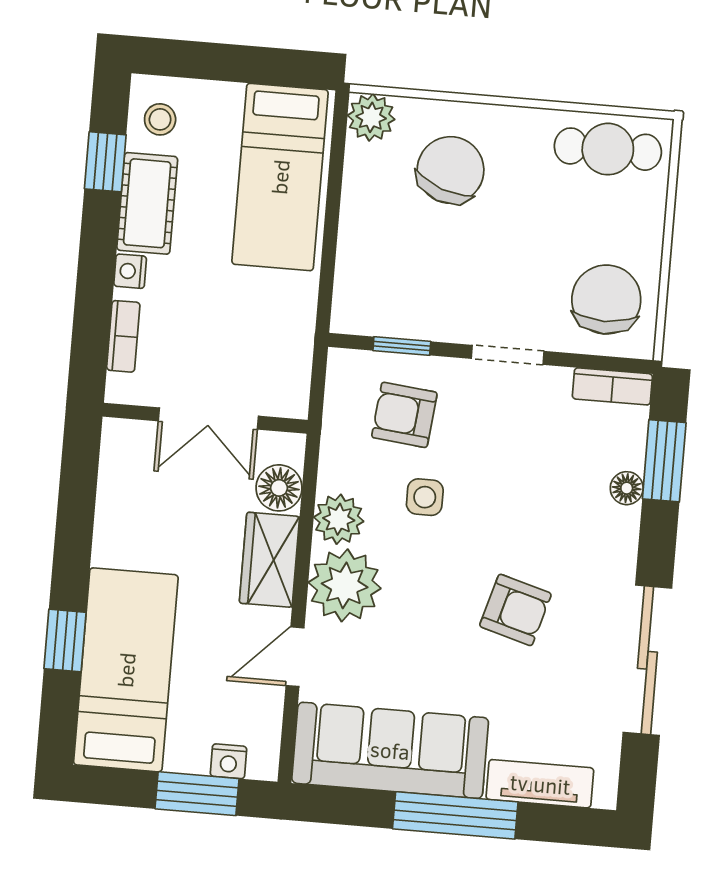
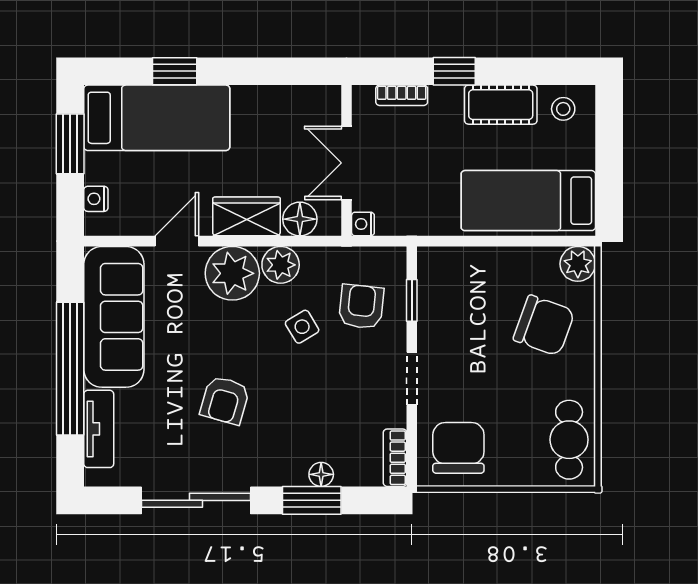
window: (105, 162) -> (454, 71), moved
nightstand: (130, 271) -> (363, 224), moved, turned -90
chair: (606, 300) -> (458, 448), turned -90
window: (664, 461) -> (312, 500), moved
side table: (425, 497) -> (302, 327), turned -31
door: (295, 657) -> (177, 241), hinge flipped
window: (197, 794) -> (70, 144), moved
window: (455, 815) -> (70, 369), width x1.46

